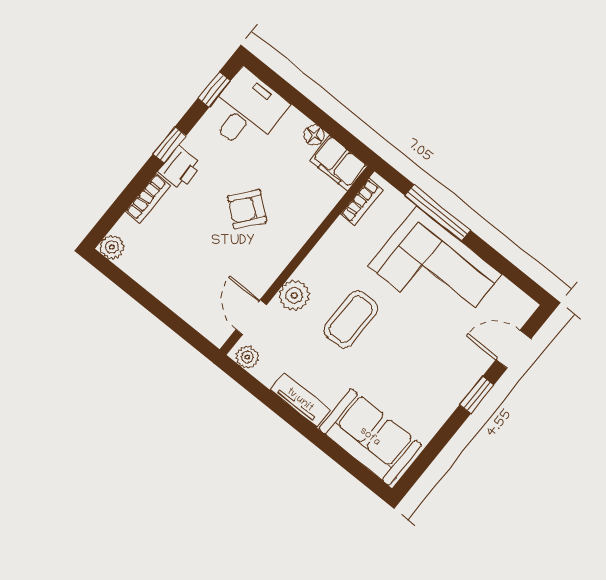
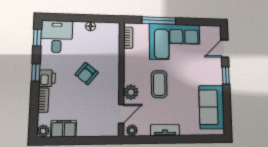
filing cabinet: (339, 163) -> (64, 129), moved, turned 180
door: (251, 317) -> (121, 114), swing flipped
sofa: (370, 437) -> (212, 107), moved, turned -90

